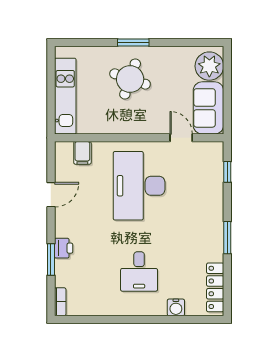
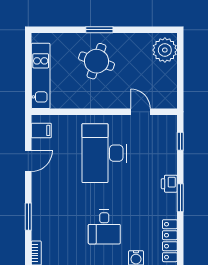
sofa: (208, 108) -> (164, 86), removed
filing cabinet: (82, 153) -> (41, 130), moved, turned -90
printer: (64, 248) -> (169, 184), moved, turned 180

